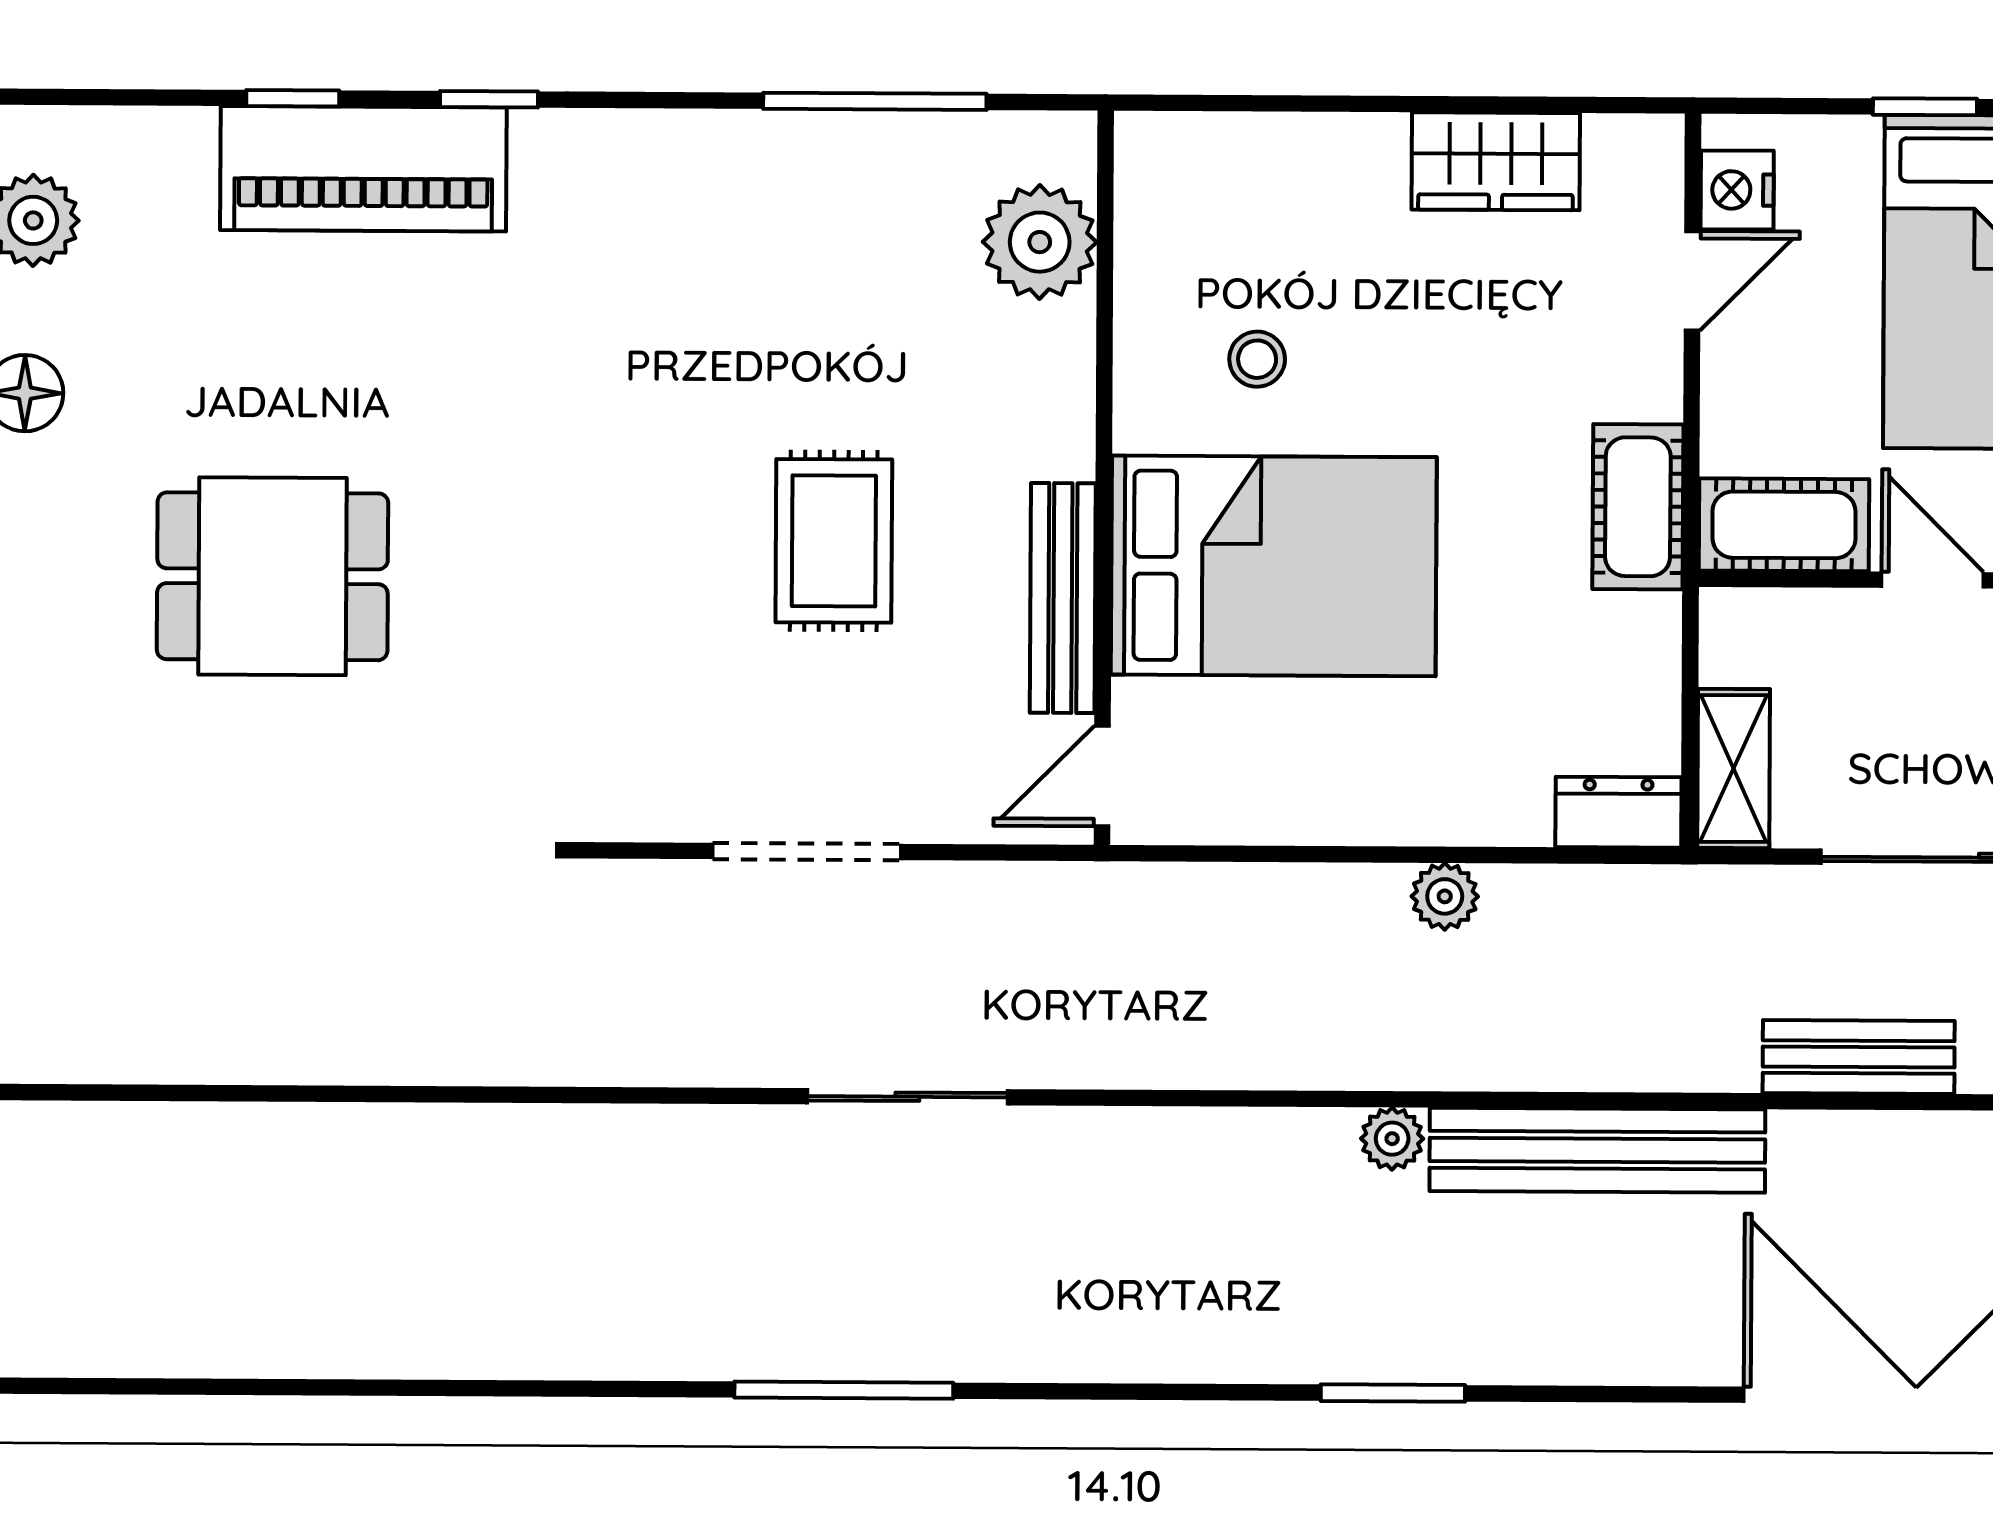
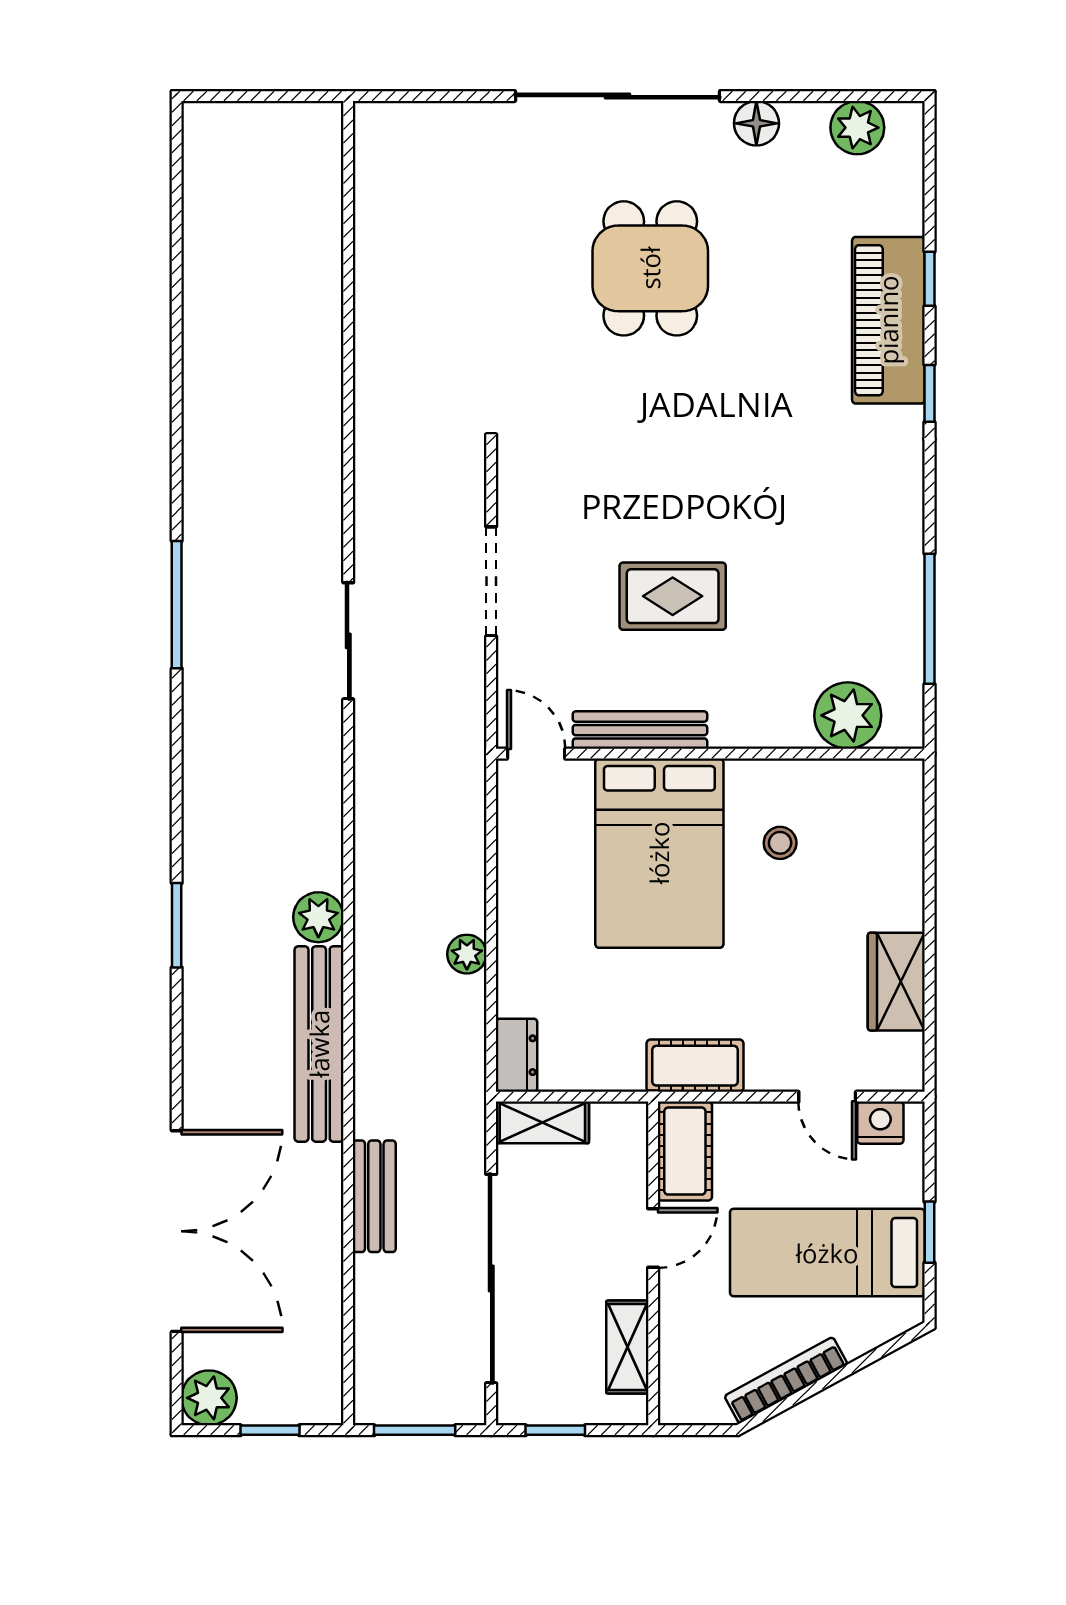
plant: (1392, 1139) -> (318, 917), width x1.38, depth x1.38

